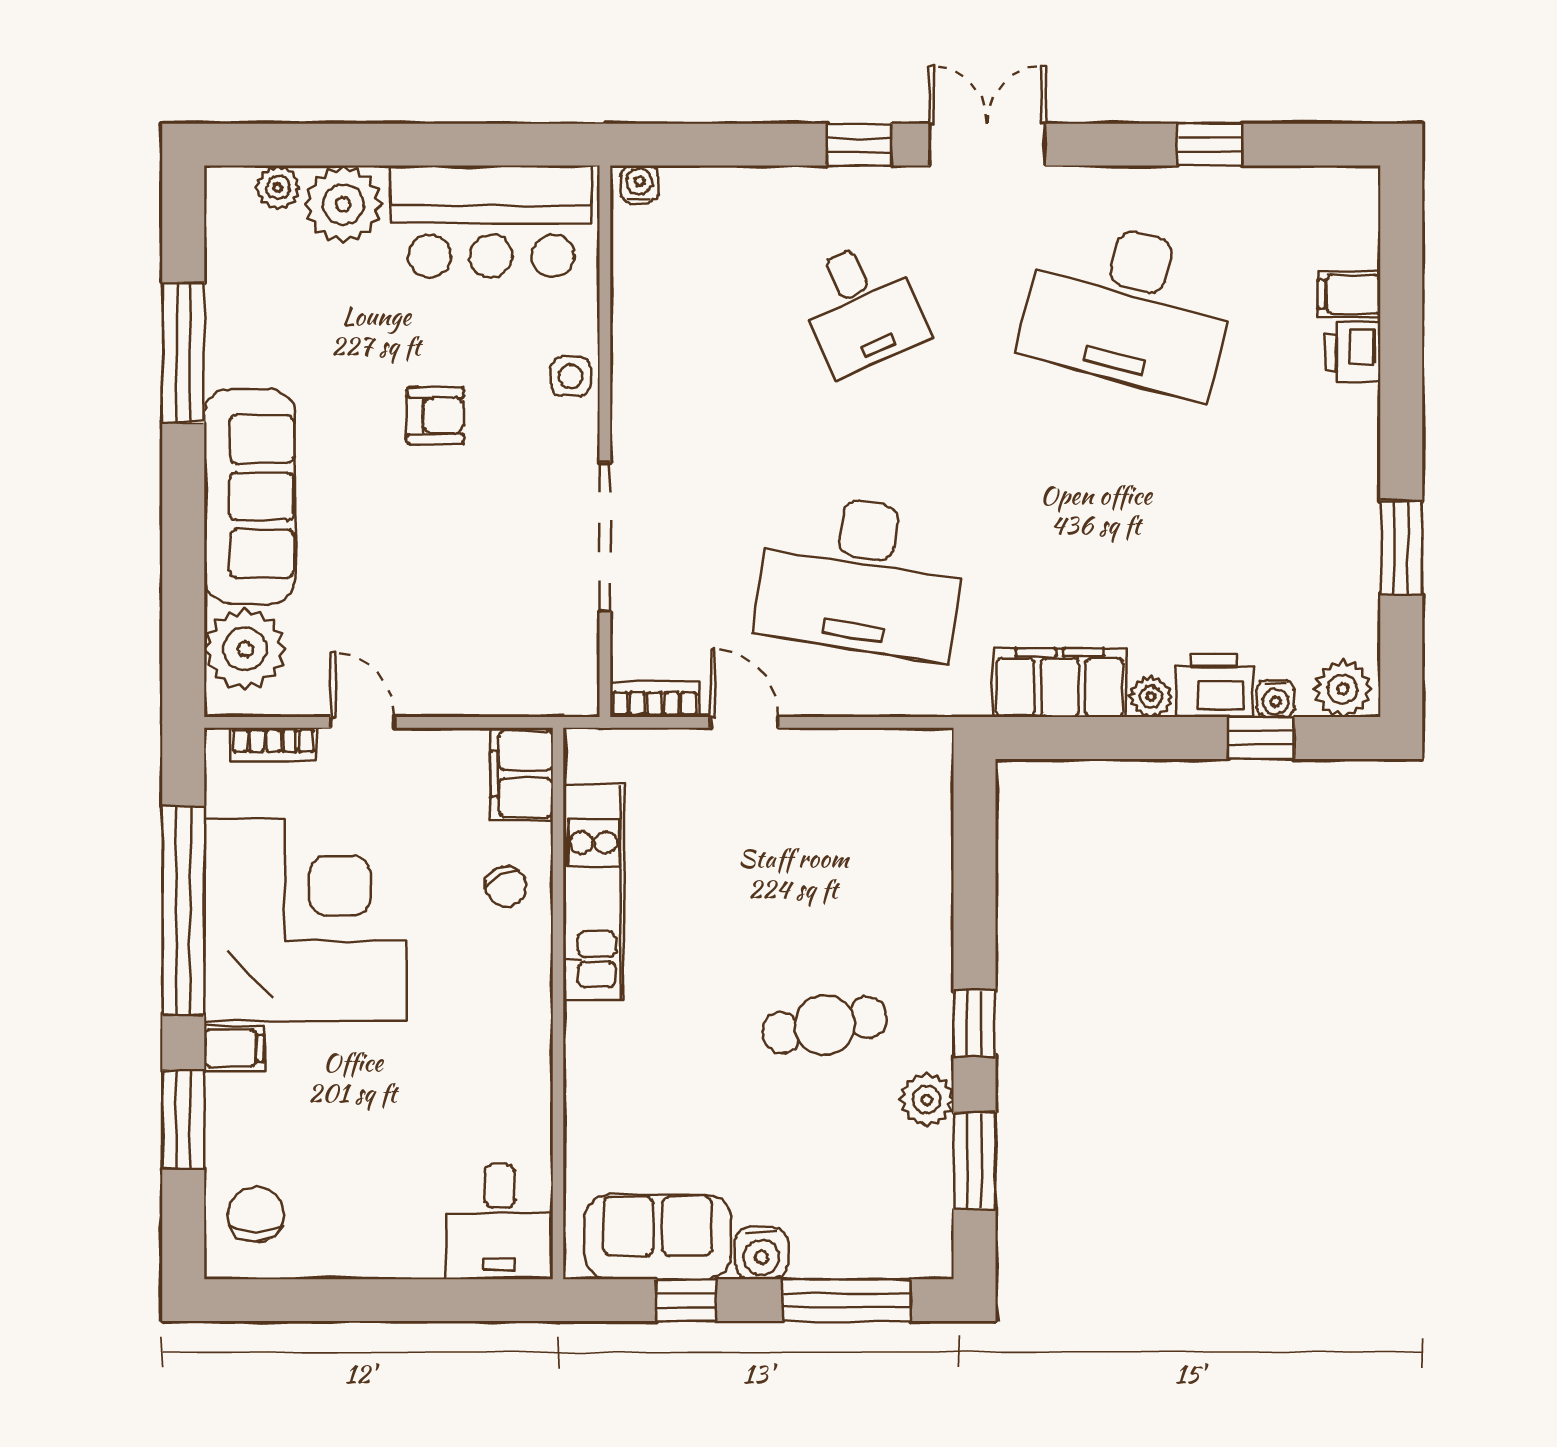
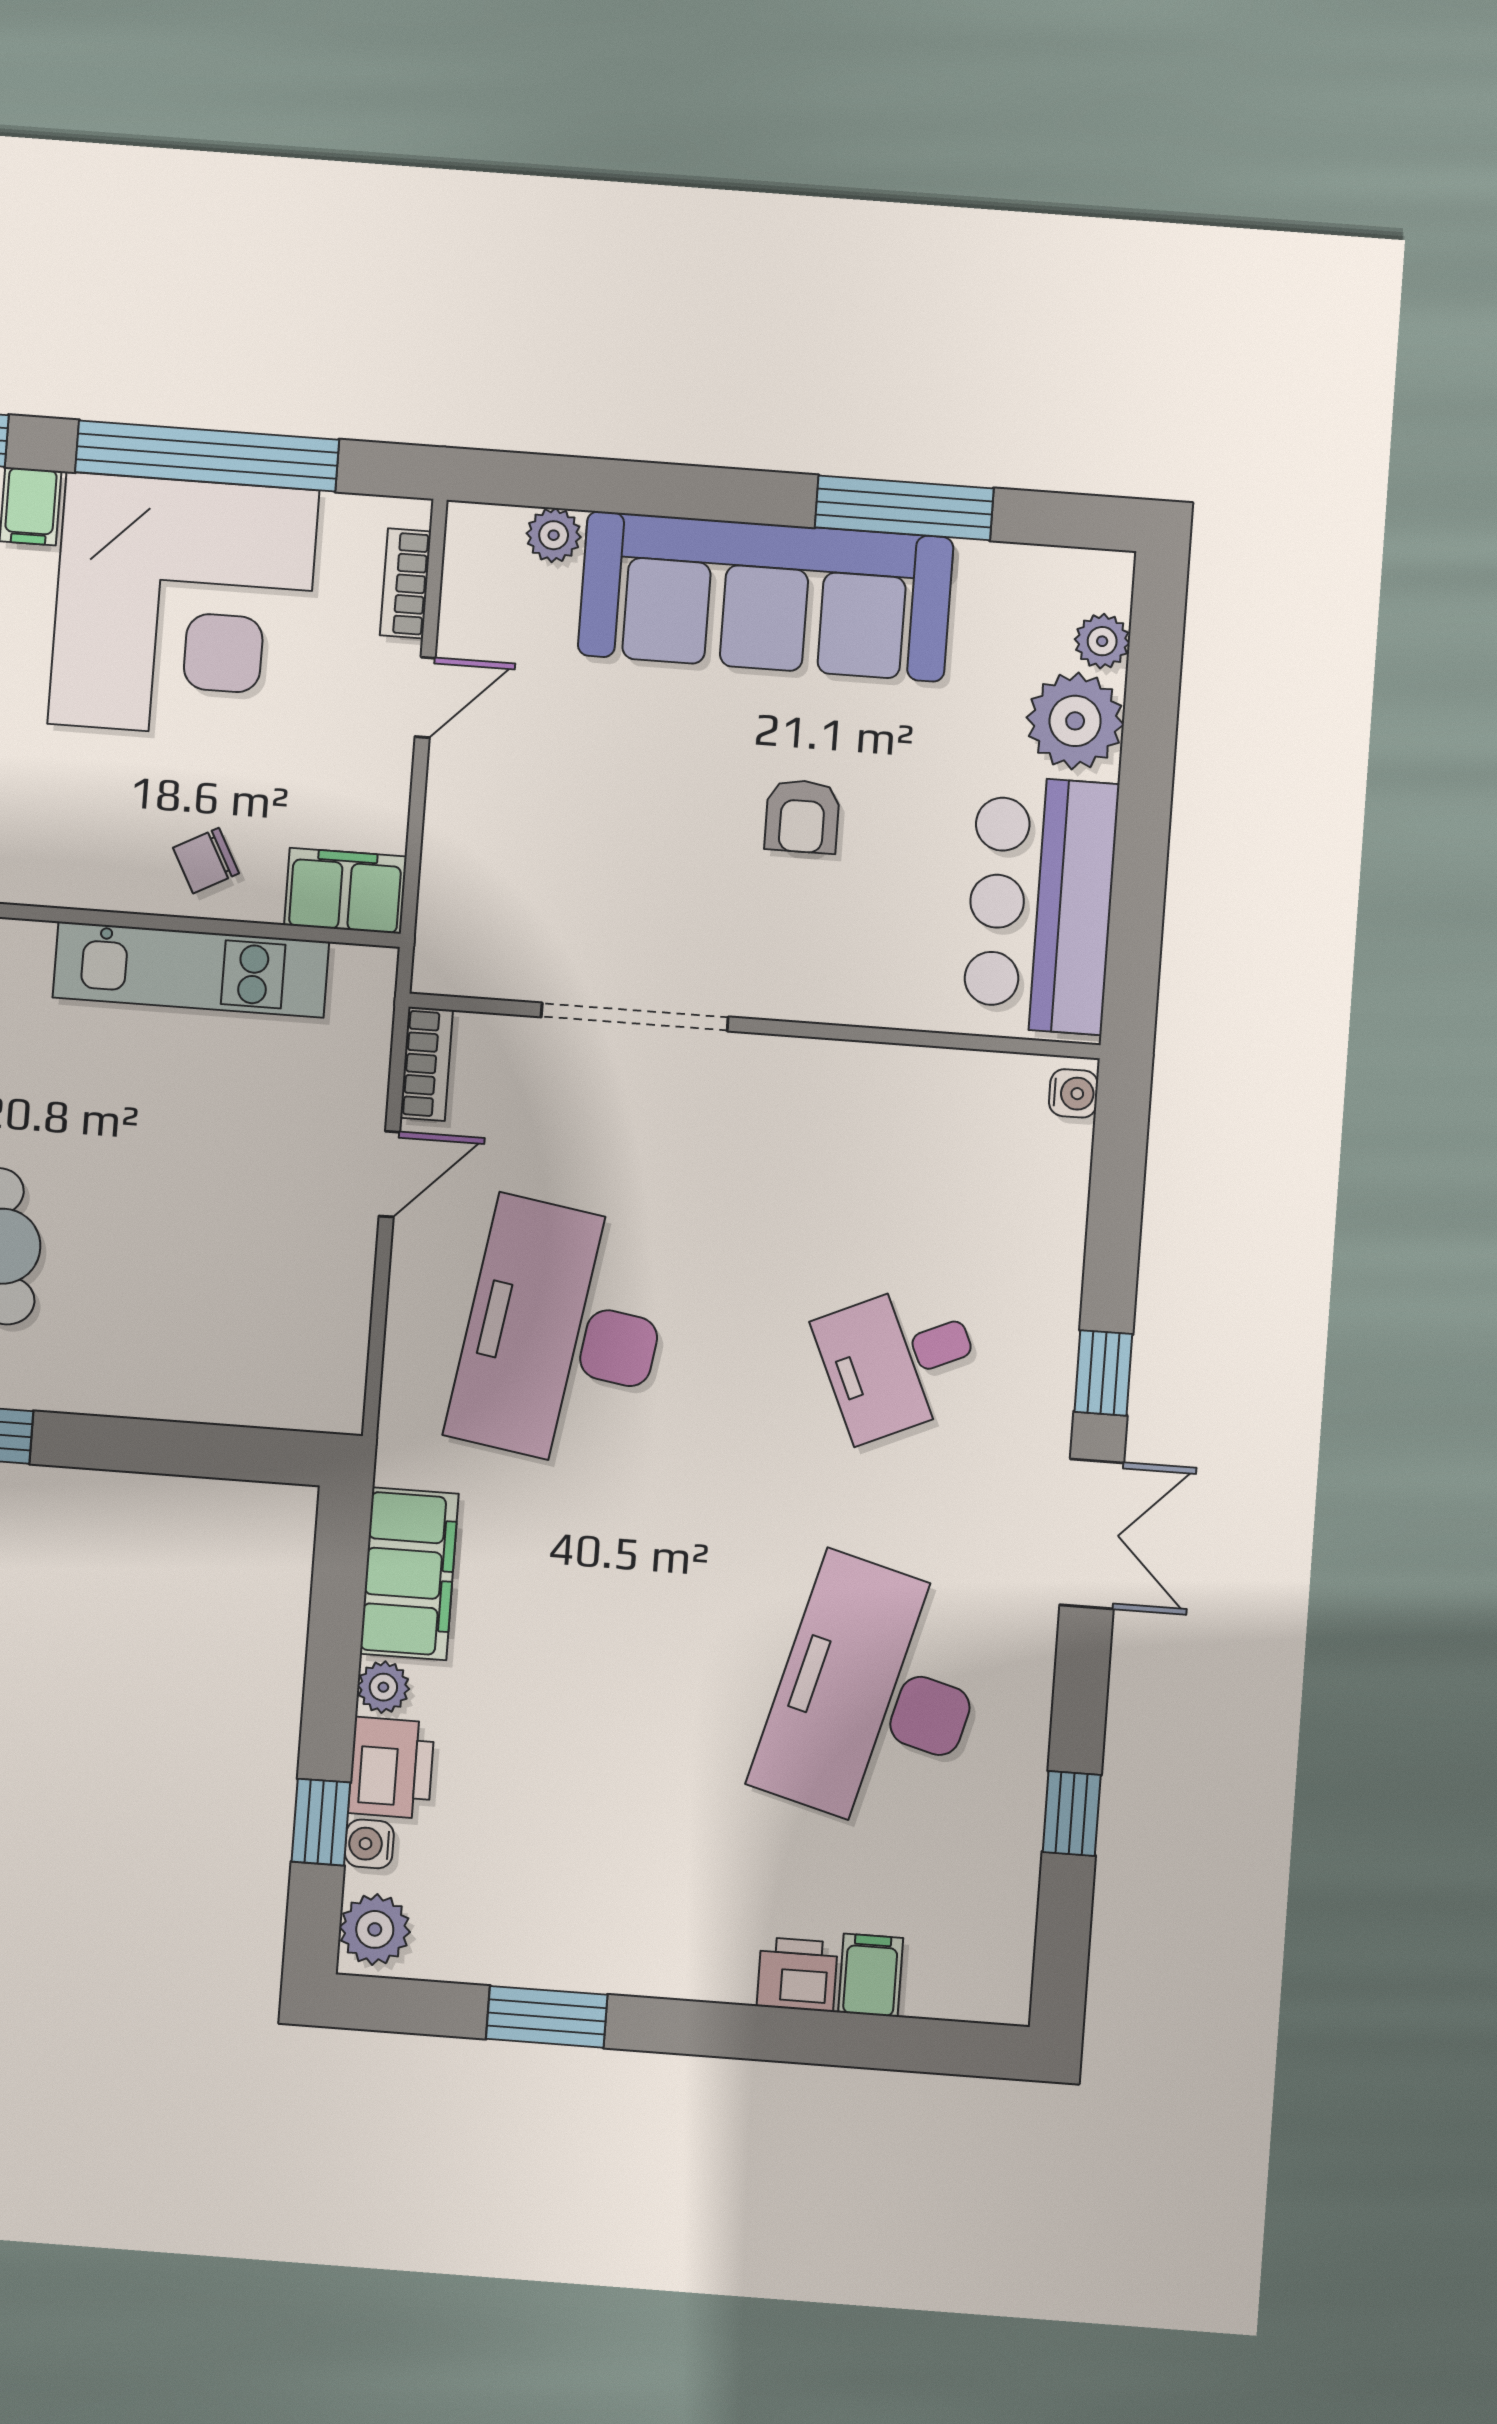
side table: (571, 376) -> (839, 989), removed
sofa: (250, 496) -> (766, 596), width x1.36, depth x1.27
plant: (245, 649) -> (554, 535), width x0.53, depth x0.53

